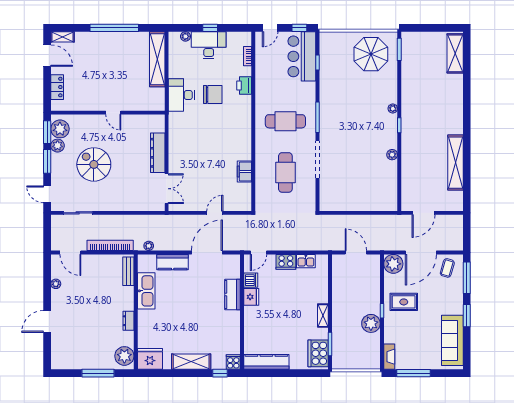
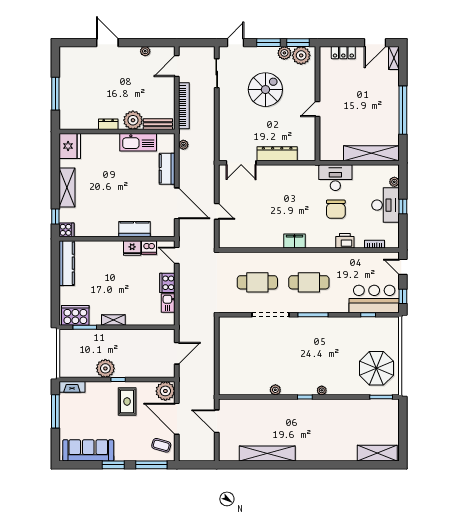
cafe table: (285, 121) -> (309, 282), turned 90
filing cabinet: (244, 171) -> (294, 241), moved
plant: (124, 356) -> (133, 120), moved

